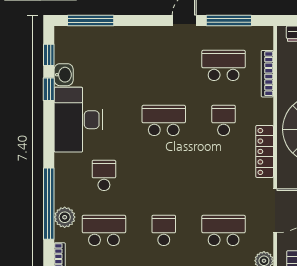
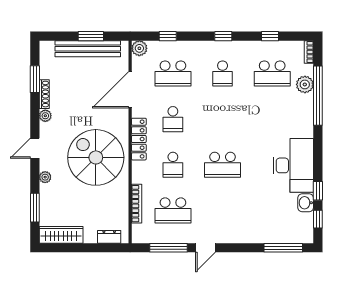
school desk: (104, 175) -> (173, 119), moved

